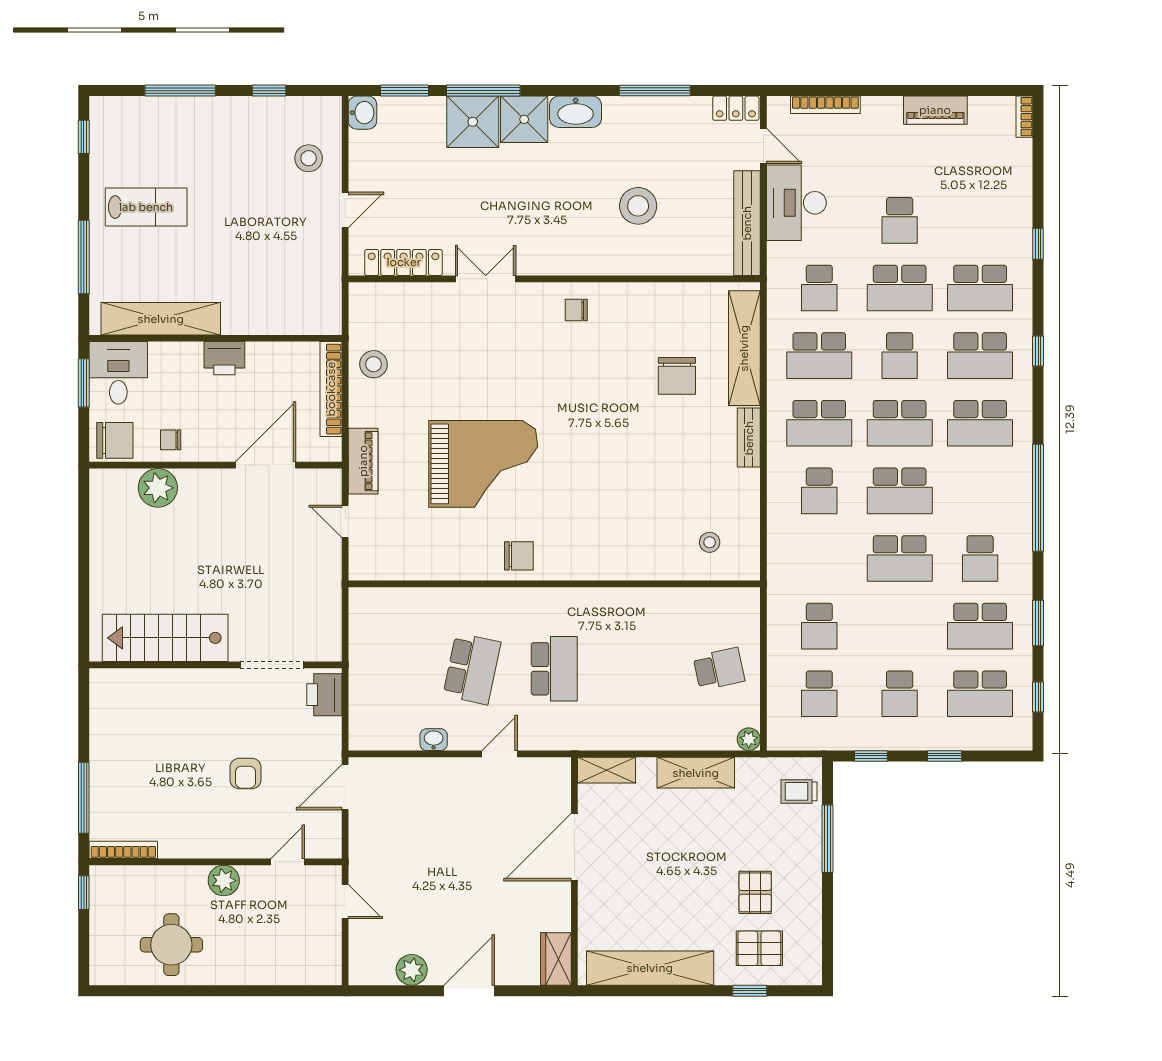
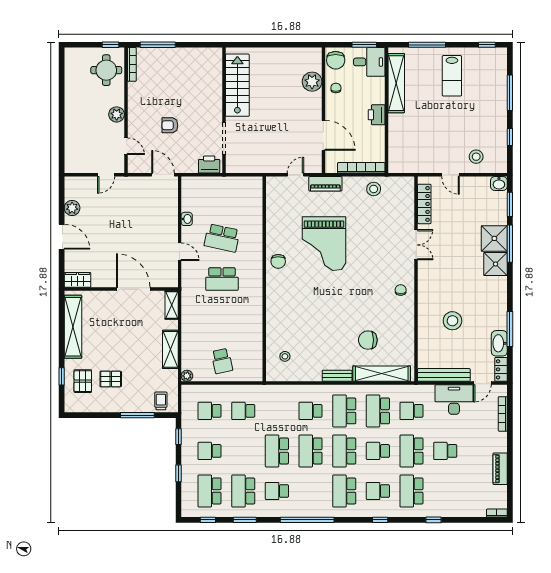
washbasin: (576, 112) -> (499, 343), moved
school desk: (980, 356) -> (378, 491), width x0.54
round table: (171, 945) -> (106, 70), moved

